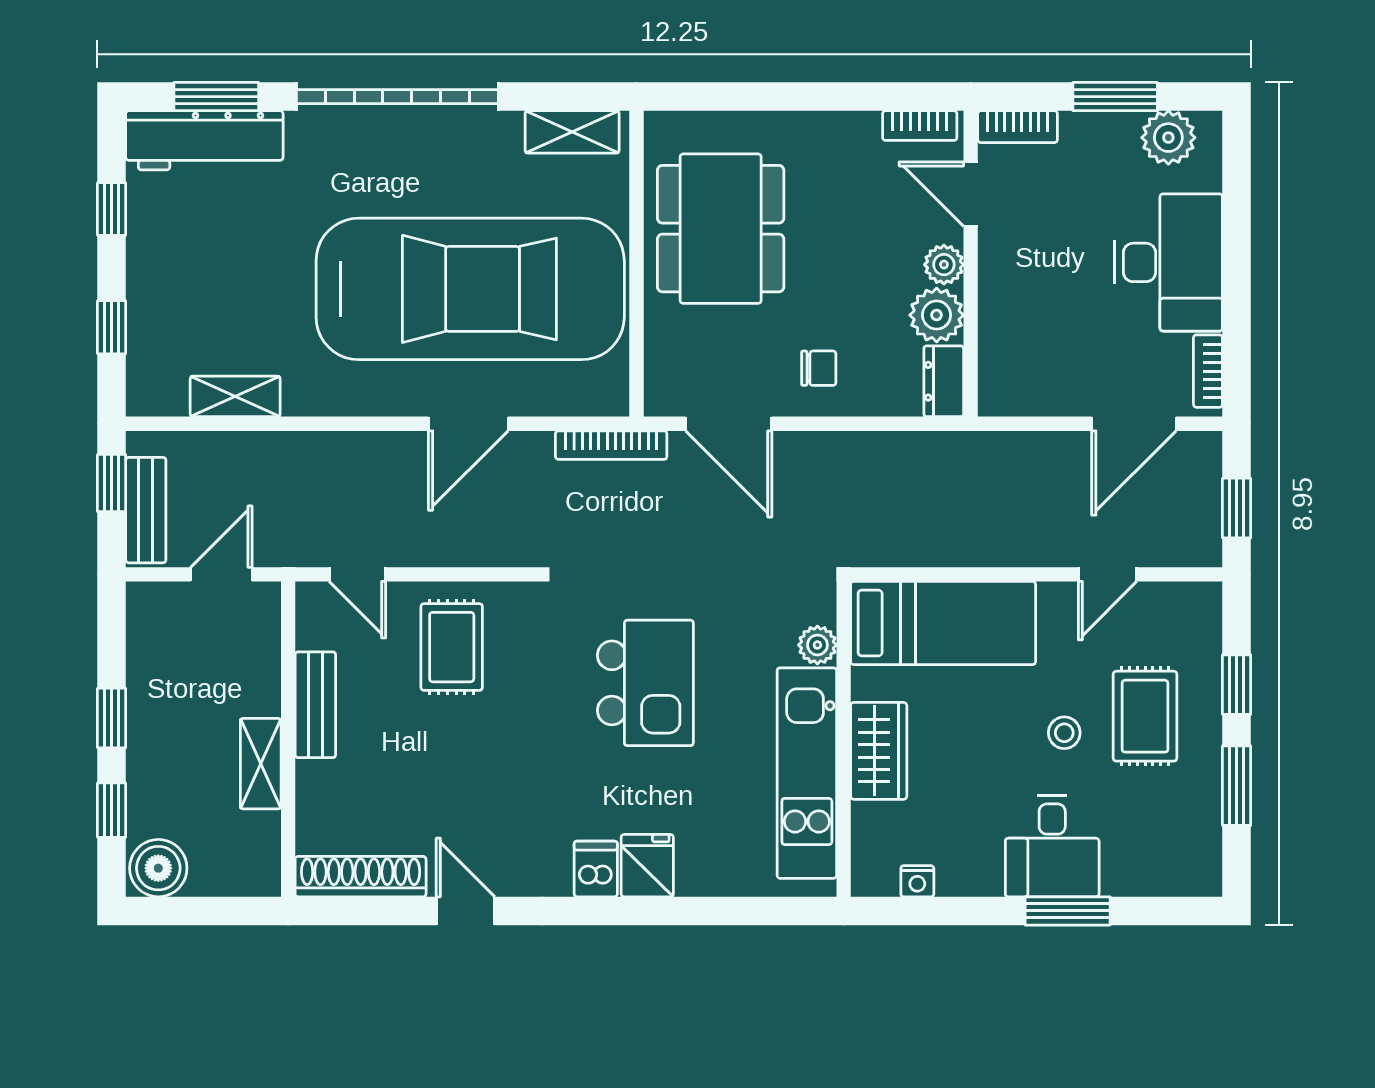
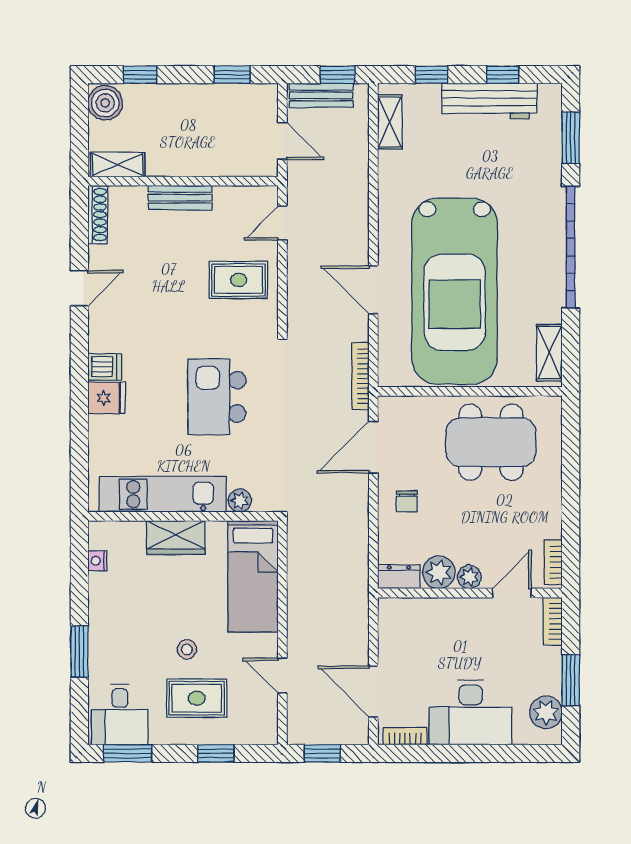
workbench: (204, 140) -> (489, 101), moved, turned -90
shelving: (235, 396) -> (390, 122), moved
kitchen island: (645, 683) -> (217, 397), turned 90
bench: (315, 705) -> (180, 198), moved
window: (112, 718) -> (232, 75), moved
shelving: (261, 764) -> (118, 165), moved
window: (1237, 786) -> (128, 753), moved
desk: (1052, 846) -> (120, 714), moved, turned -90
shoe rack: (361, 877) -> (98, 215), width x0.74, depth x0.81

